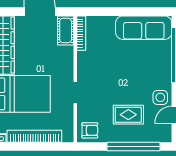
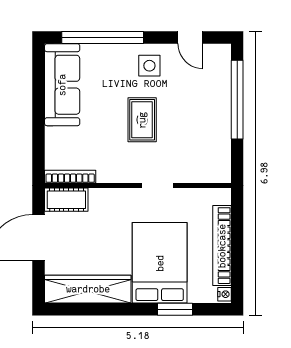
side table: (160, 97) -> (149, 66), moved
rug: (128, 115) -> (142, 120), moved
armchair: (90, 130) -> (213, 164), removed

